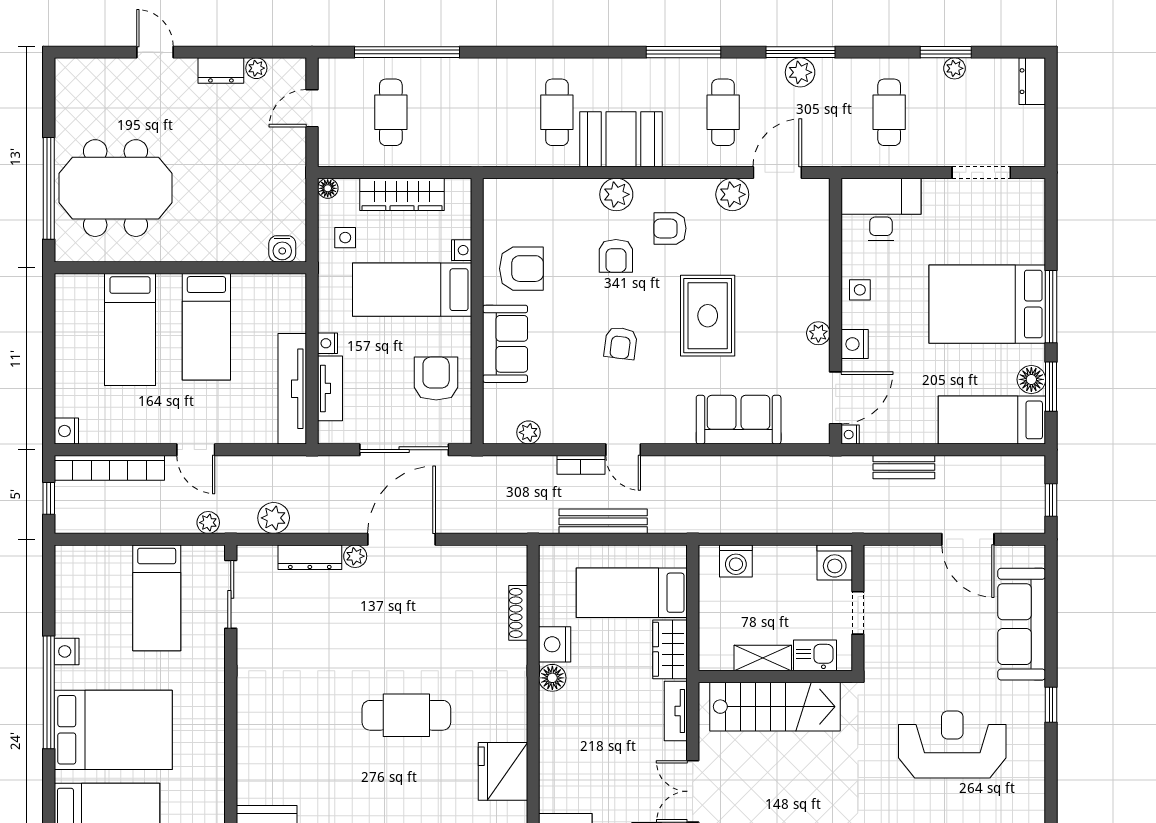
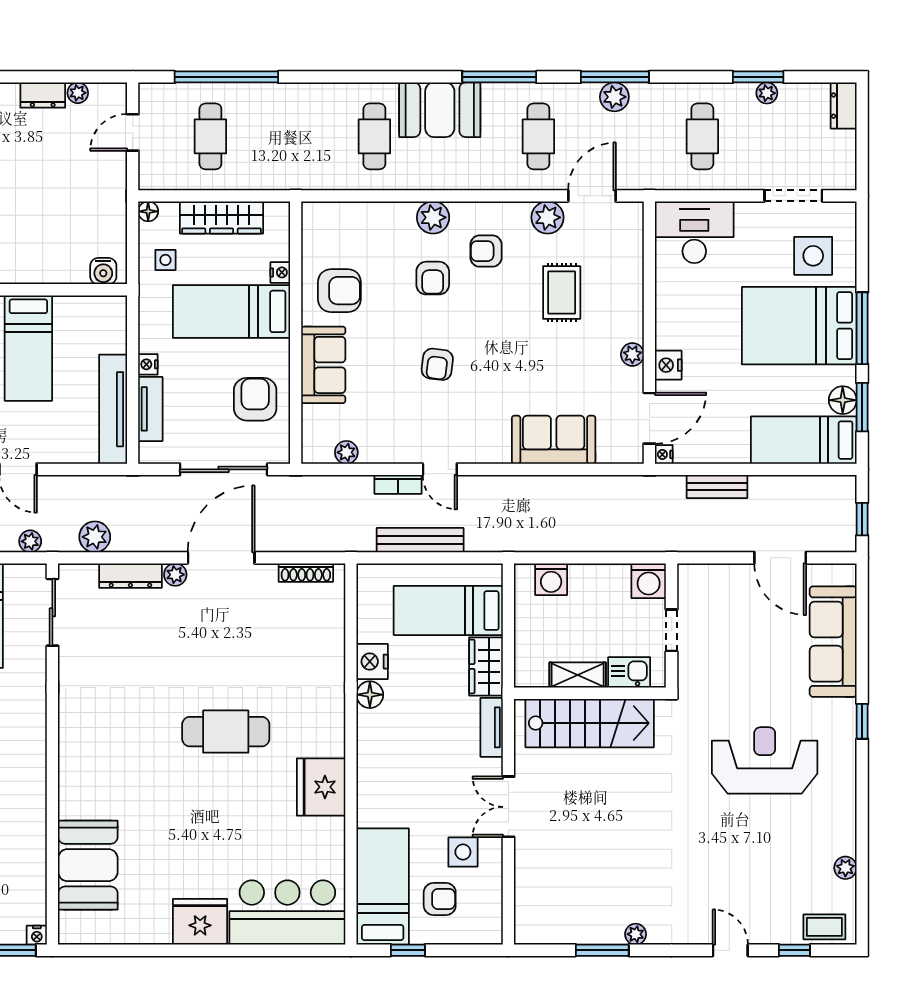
booth: (621, 139) -> (440, 110), moved
side table: (860, 290) -> (813, 256), moved, width x1.87, depth x1.87
rug: (708, 316) -> (562, 292), moved, width x0.73, depth x0.70
shoe rack: (518, 613) -> (306, 573), moved, turned -90

